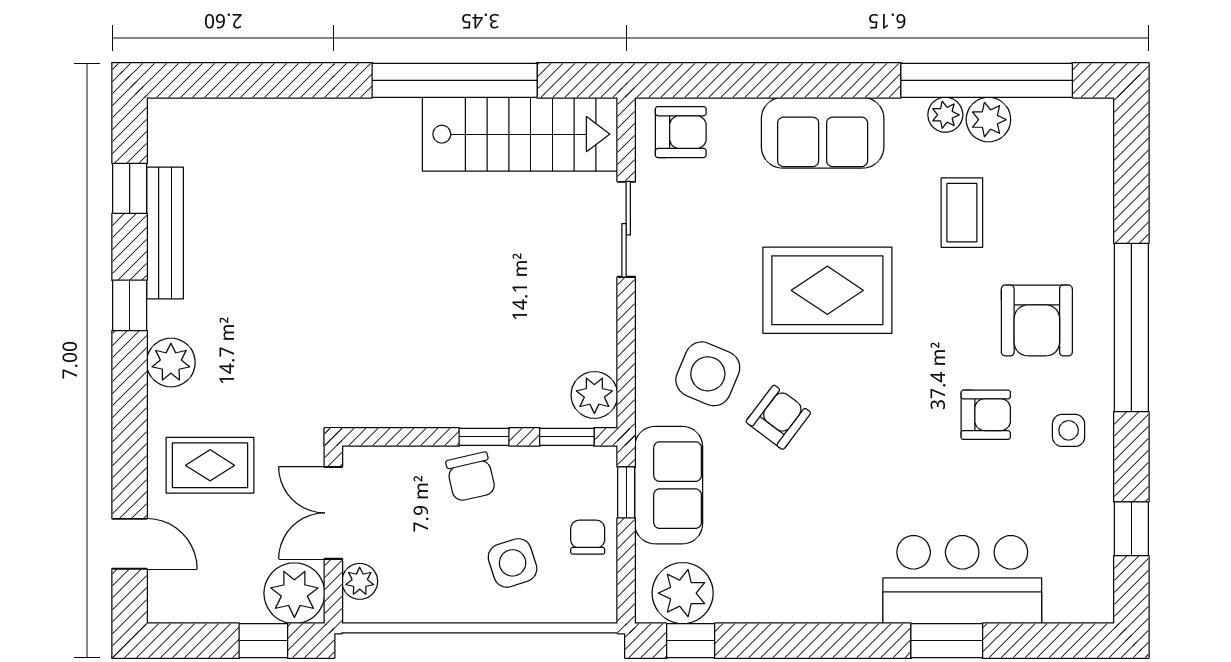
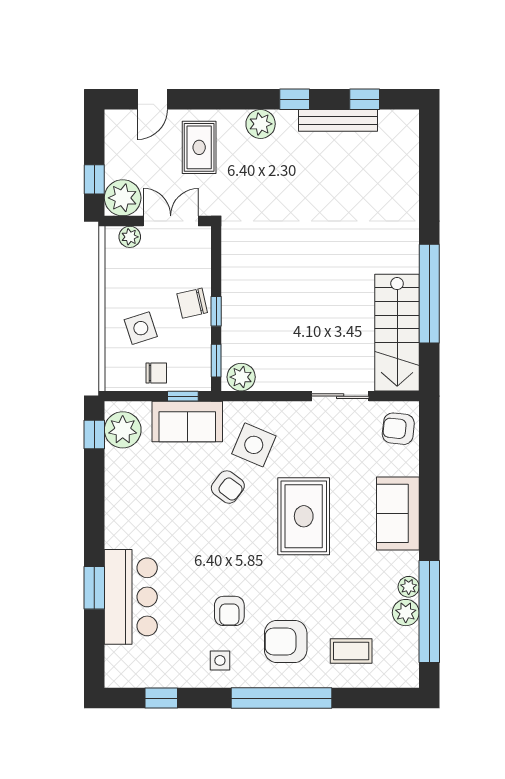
armchair: (681, 132) -> (398, 429), turned 96
coffee table: (962, 213) -> (351, 651), moved

